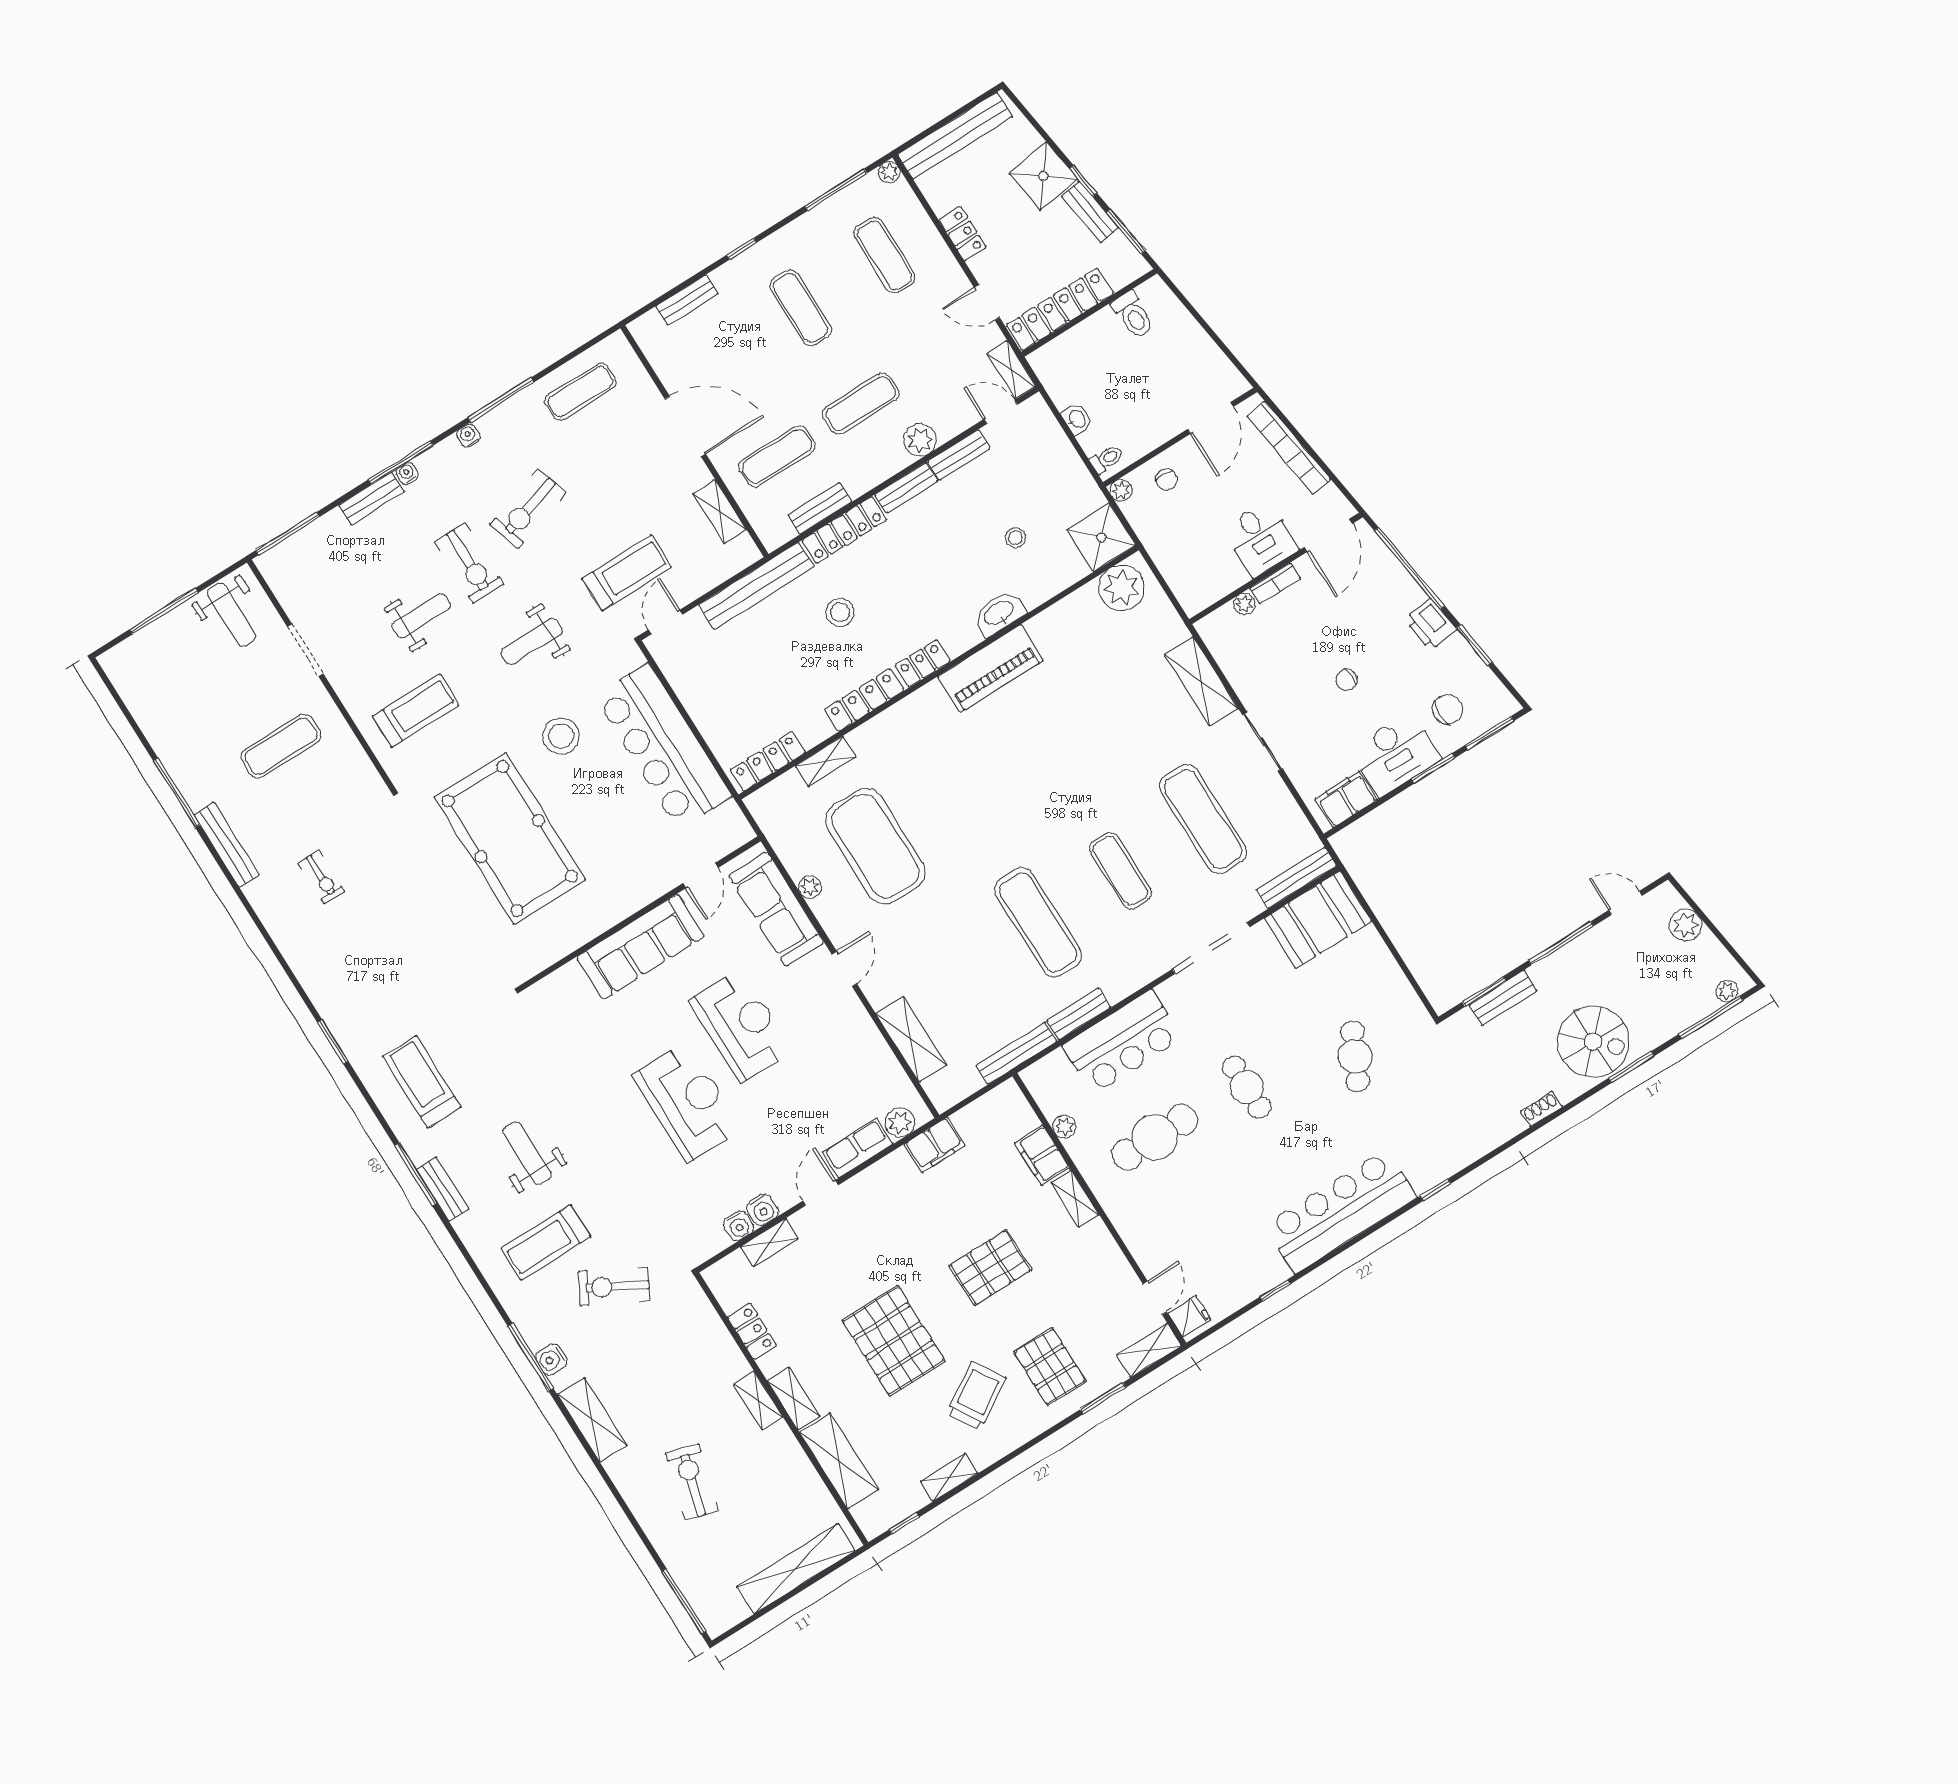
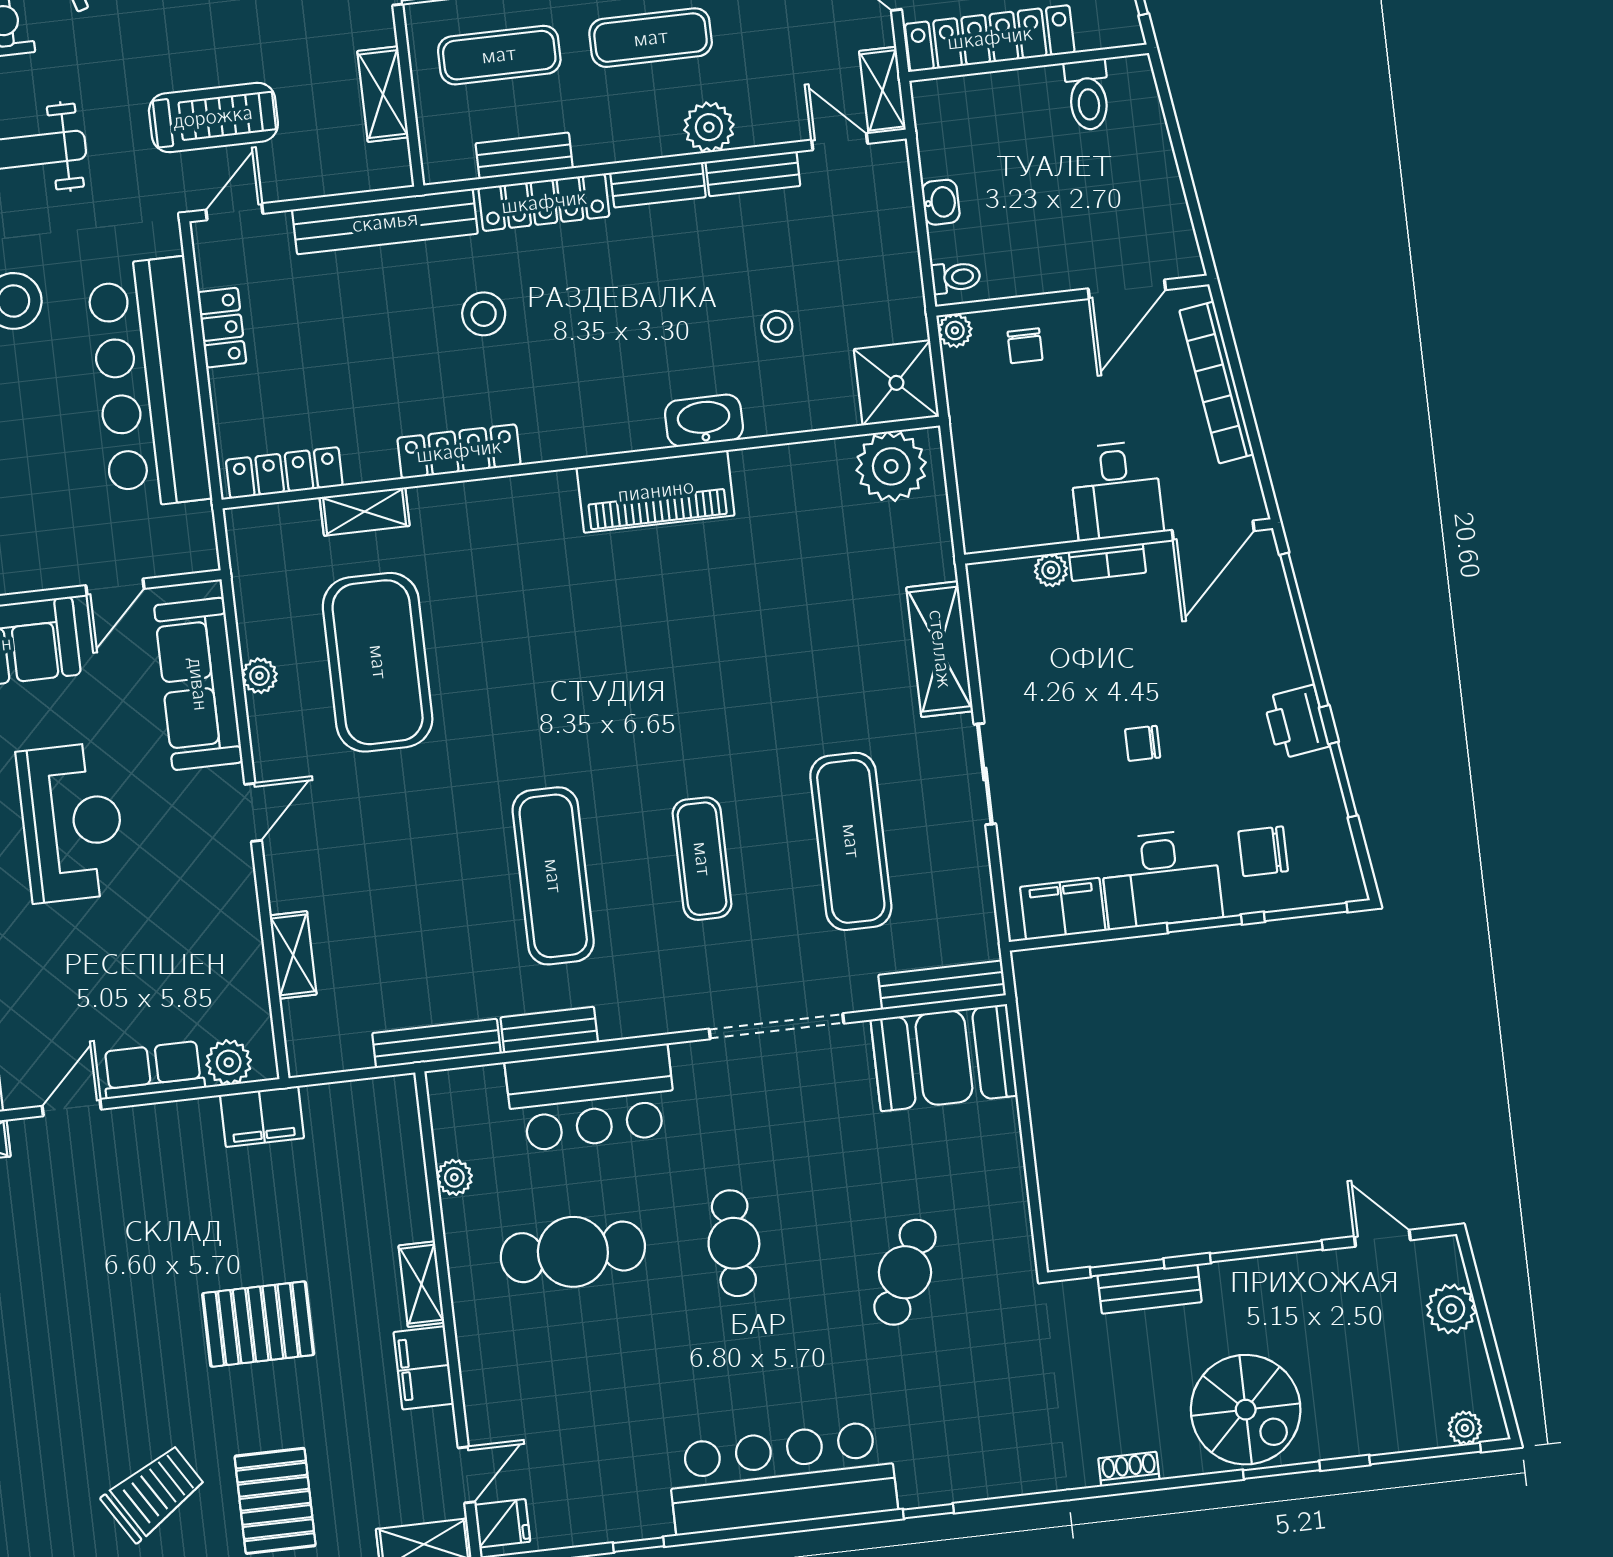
locker: (923, 664) -> (222, 328), moved, turned 90
chair: (1447, 709) -> (1263, 851), turned 180
shelving: (911, 1039) -> (293, 955), width x0.67, depth x0.75
filing cabinet: (1042, 1155) -> (424, 1368), moved
pallet: (894, 1341) -> (75, 1361), removed

